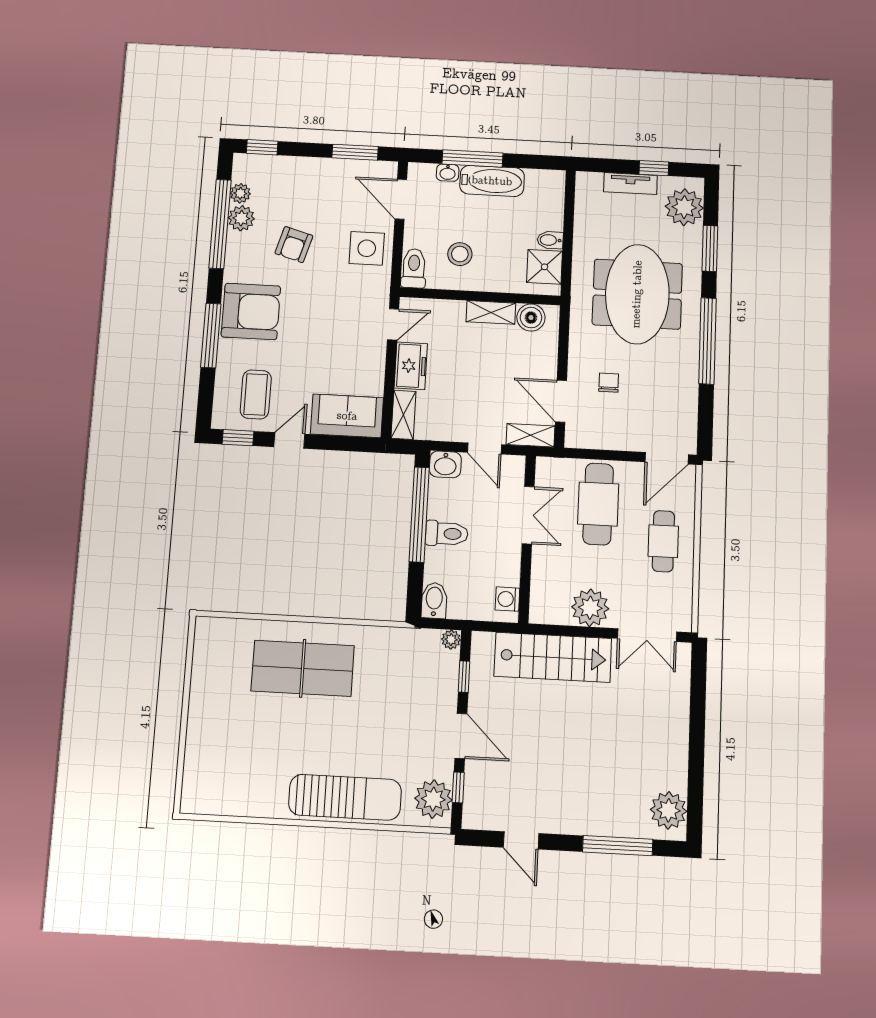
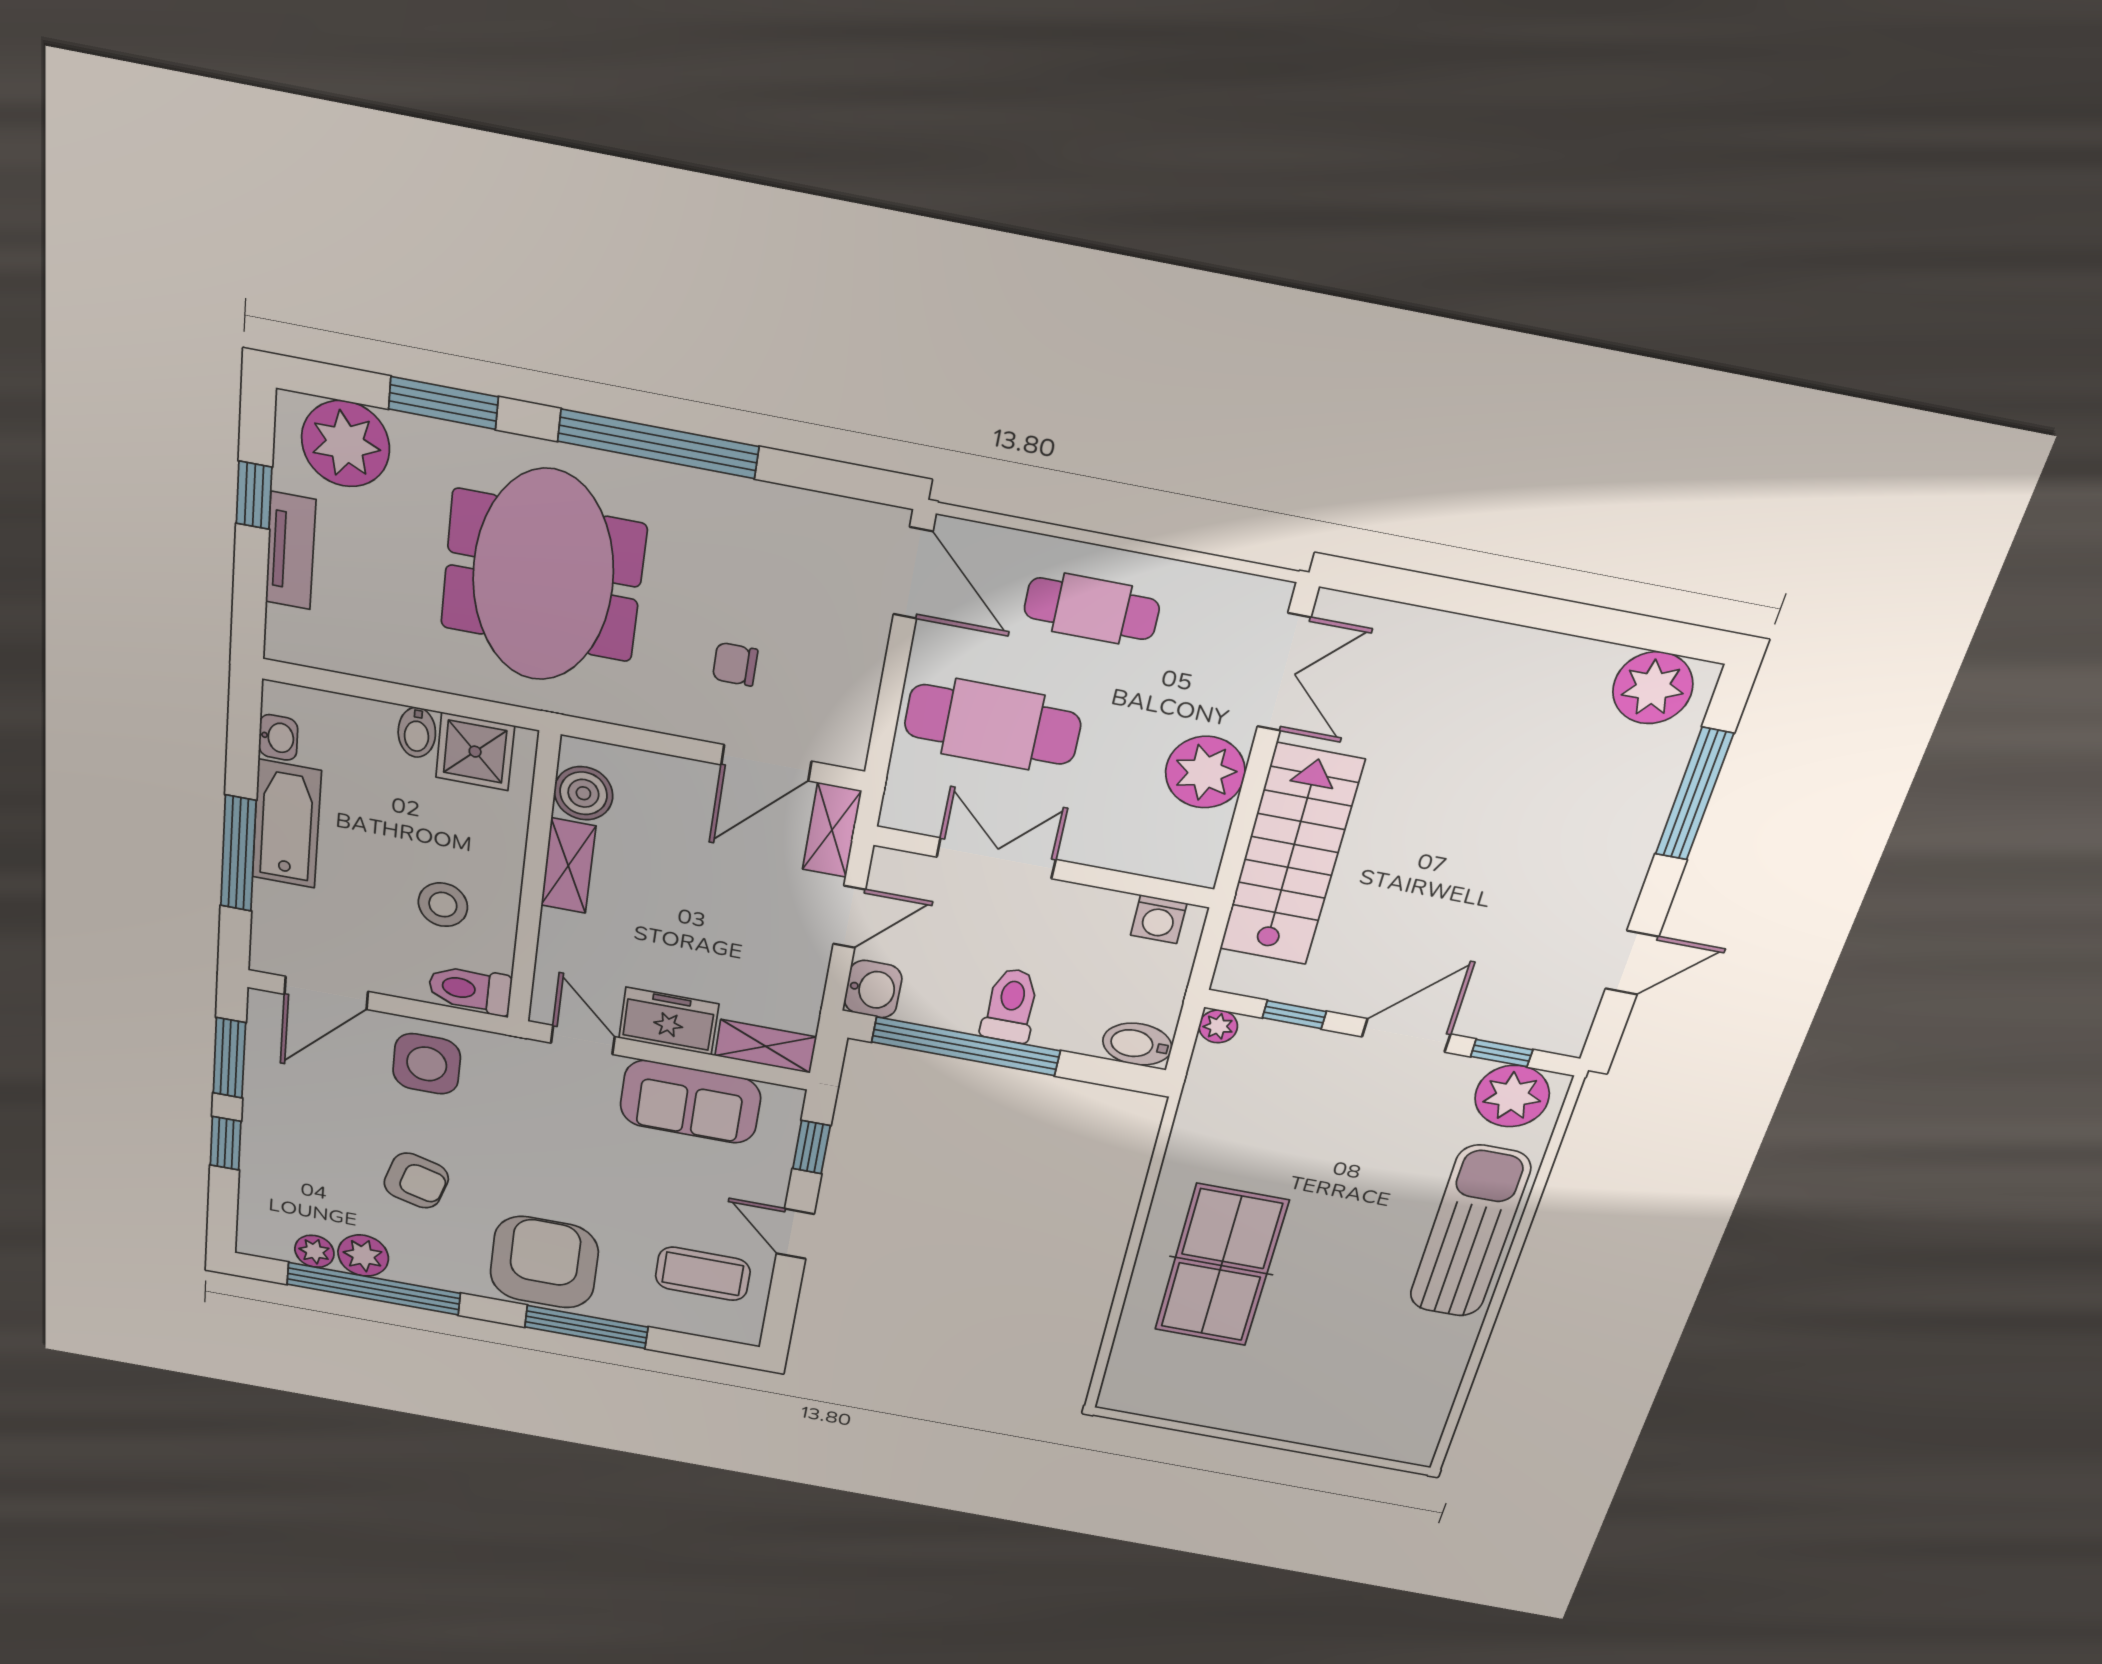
window: (262, 147) -> (226, 1143), moved
washbasin: (448, 173) -> (278, 737), moved
meeting table: (637, 294) -> (543, 576), turned 90
sofa: (347, 416) -> (690, 1102), moved, turned -90
window: (238, 438) -> (811, 1147), moved

